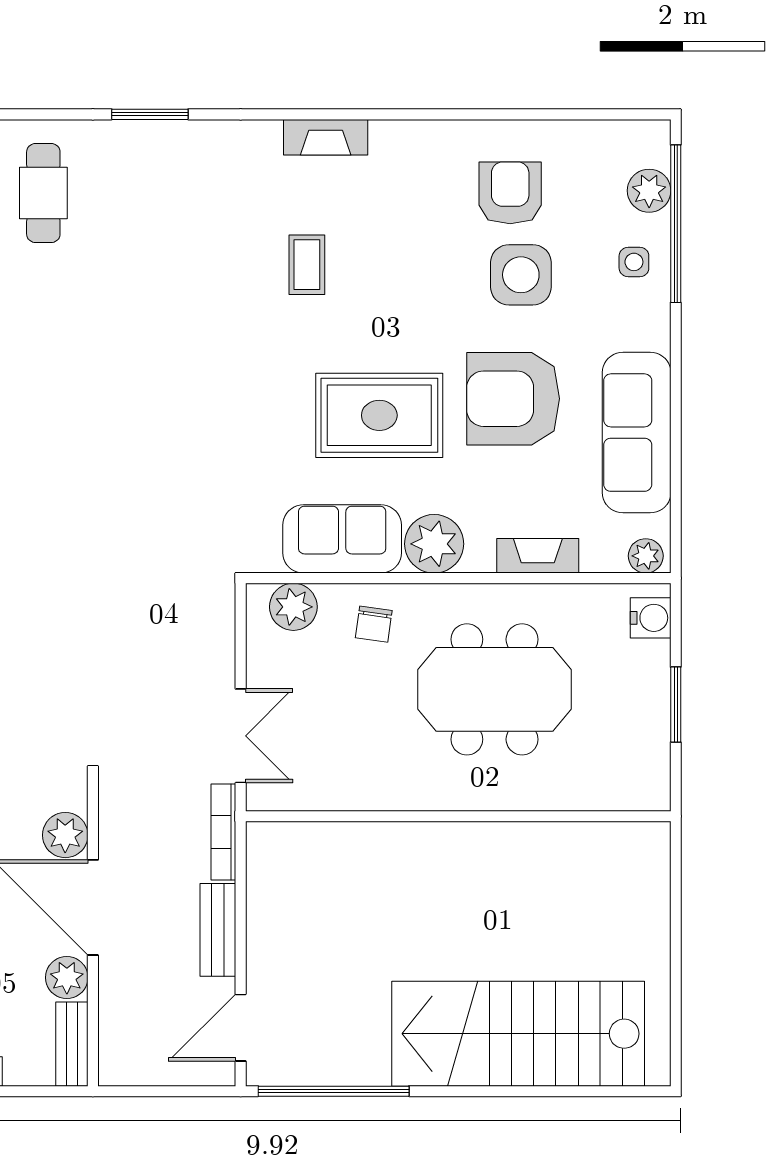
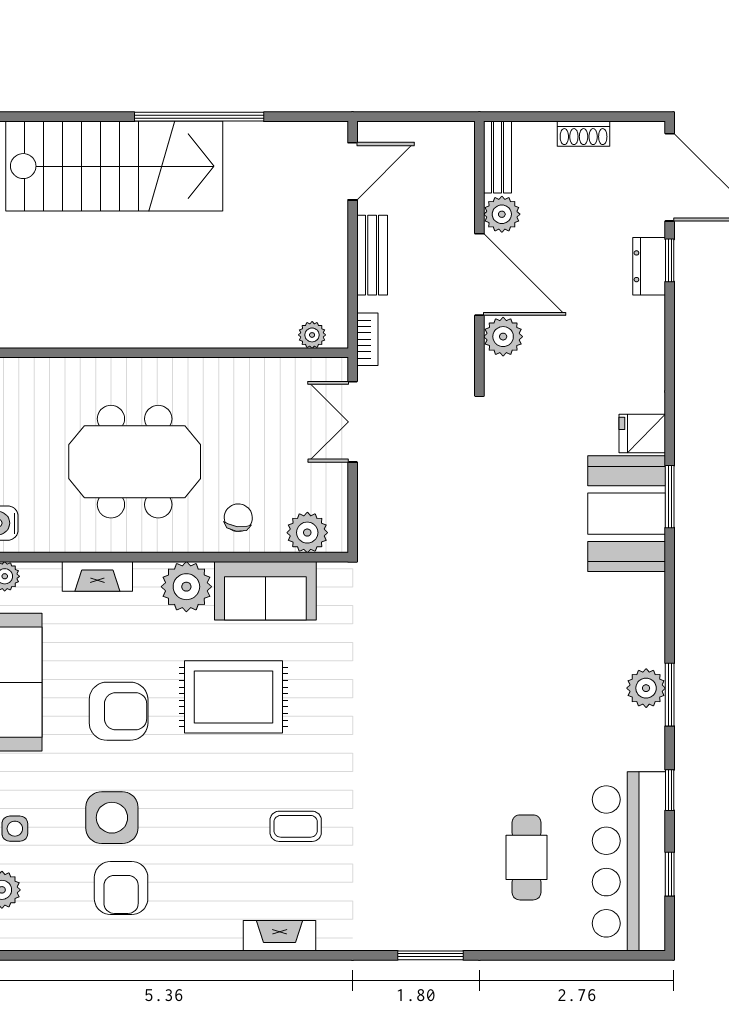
cafe table: (43, 193) -> (526, 857), moved
coffee table: (307, 265) -> (296, 826), turned 90
armchair: (513, 399) -> (119, 711), width x0.73, depth x0.73
bookcase: (223, 832) -> (367, 339), width x0.64
plant: (288, 837) -> (312, 335), added
window: (334, 1091) -> (199, 117), moved

